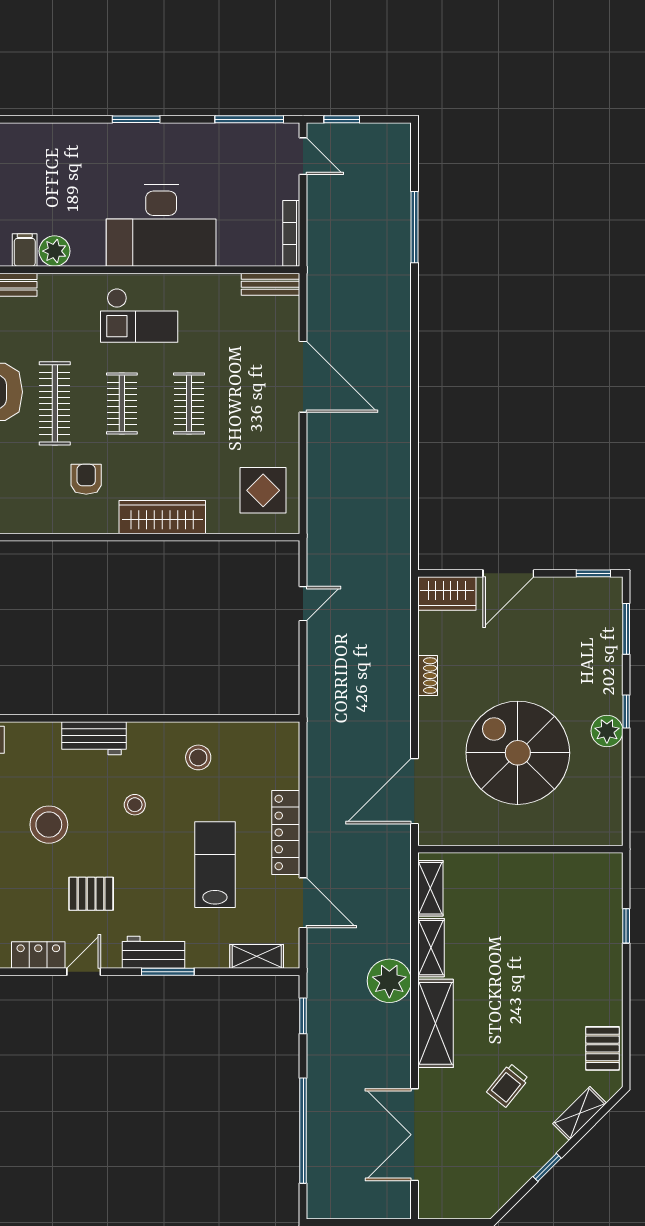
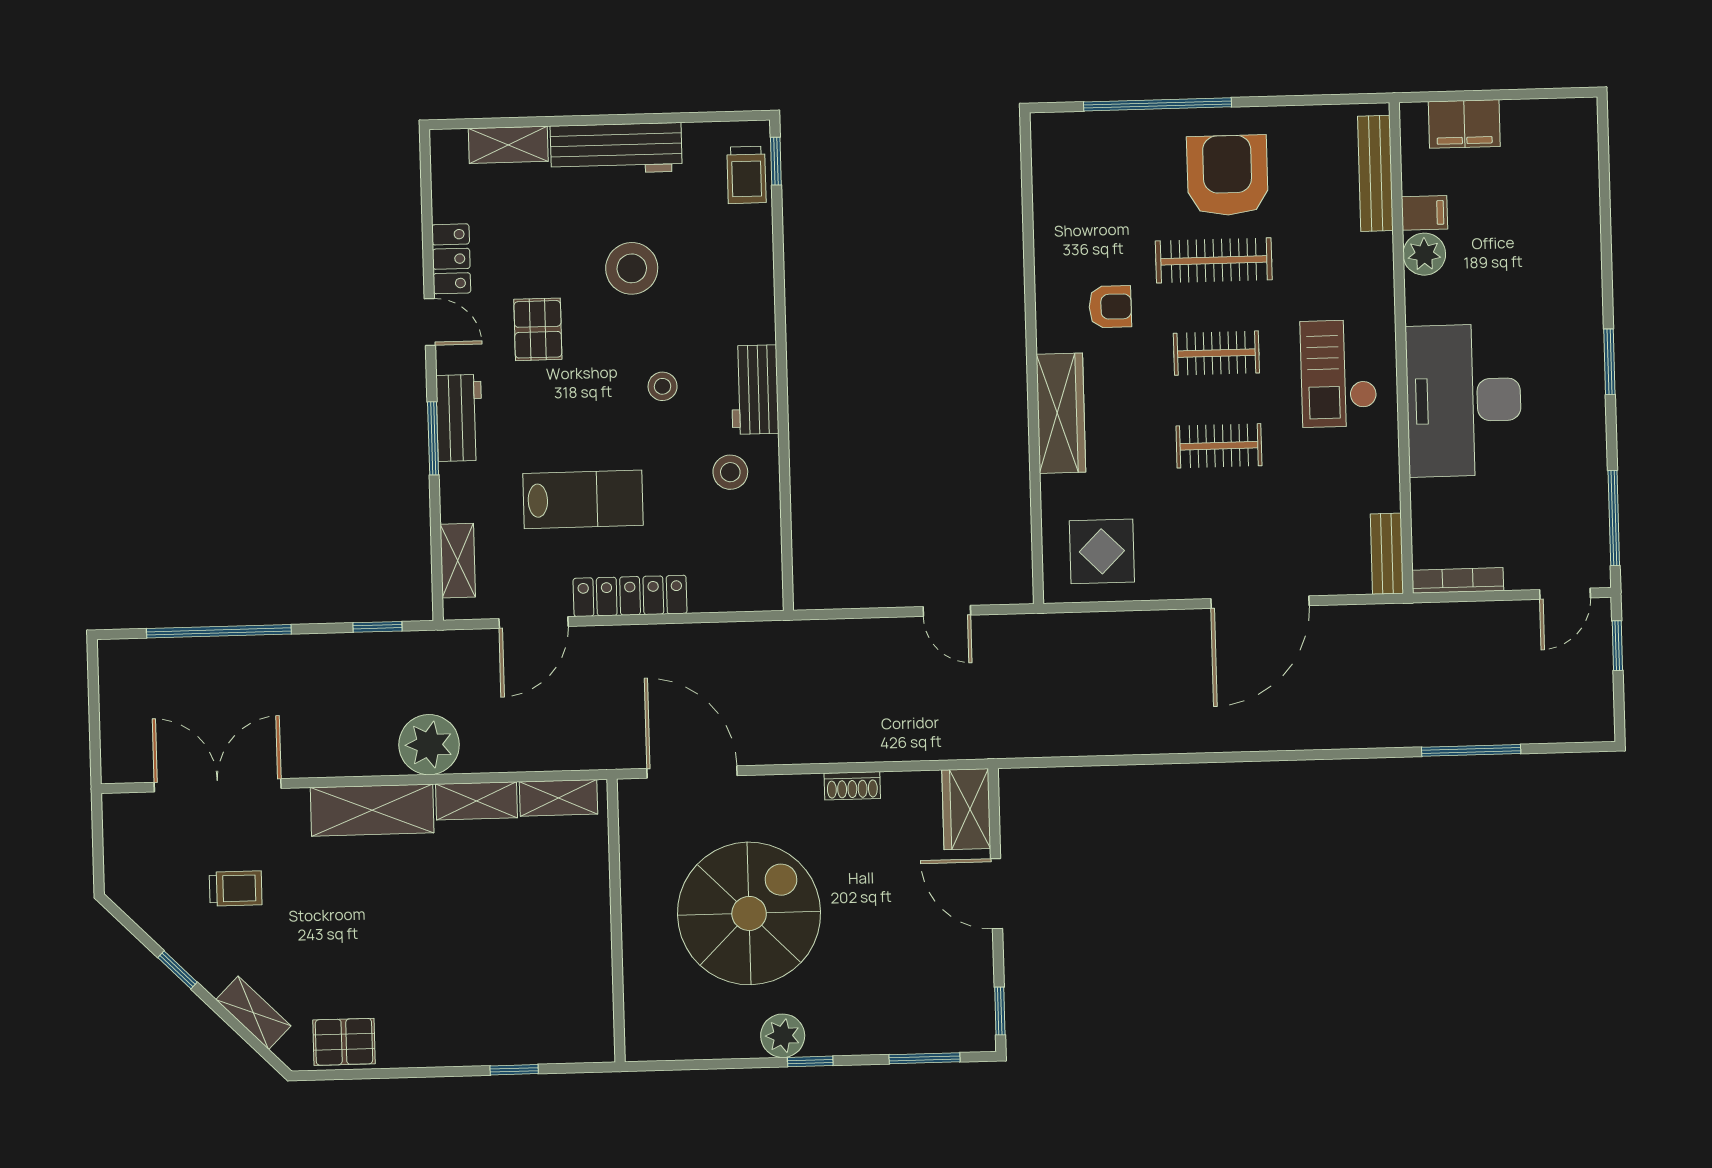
workbench: (94, 738) -> (755, 390), moved
trolley: (508, 1085) -> (236, 888), moved, turned 141

